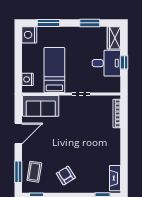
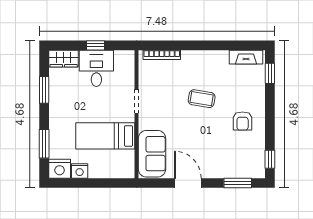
nightstand: (27, 79) -> (80, 171), moved
coffee table: (34, 172) -> (202, 99), moved
armchair: (66, 176) -> (243, 121), turned -58

